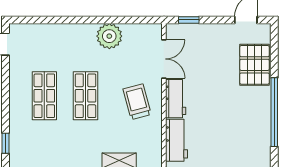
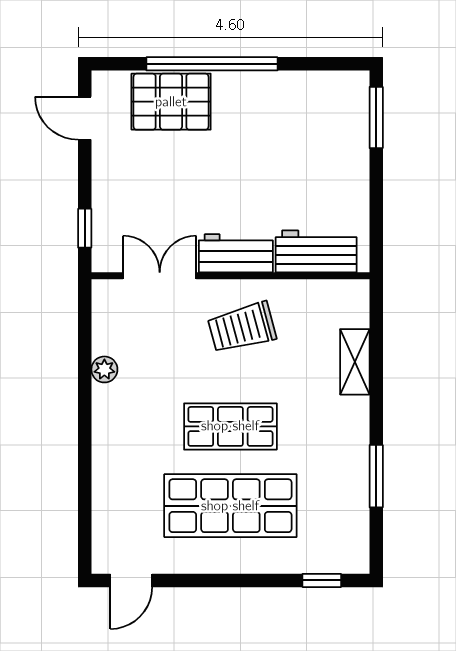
plant: (109, 36) -> (104, 369), width x0.53, depth x0.53
shop shelf: (44, 96) -> (230, 506), width x1.43, depth x1.36
window: (274, 112) -> (212, 64), moved

